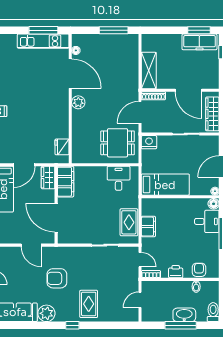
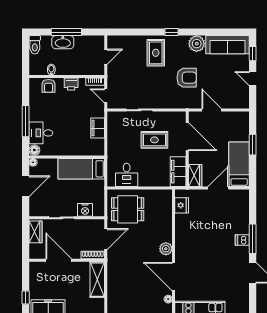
wardrobe: (212, 114) -> (35, 232), width x0.67
nightstand: (149, 142) -> (85, 210), moved
rug: (129, 222) -> (154, 140), moved, turned 90

